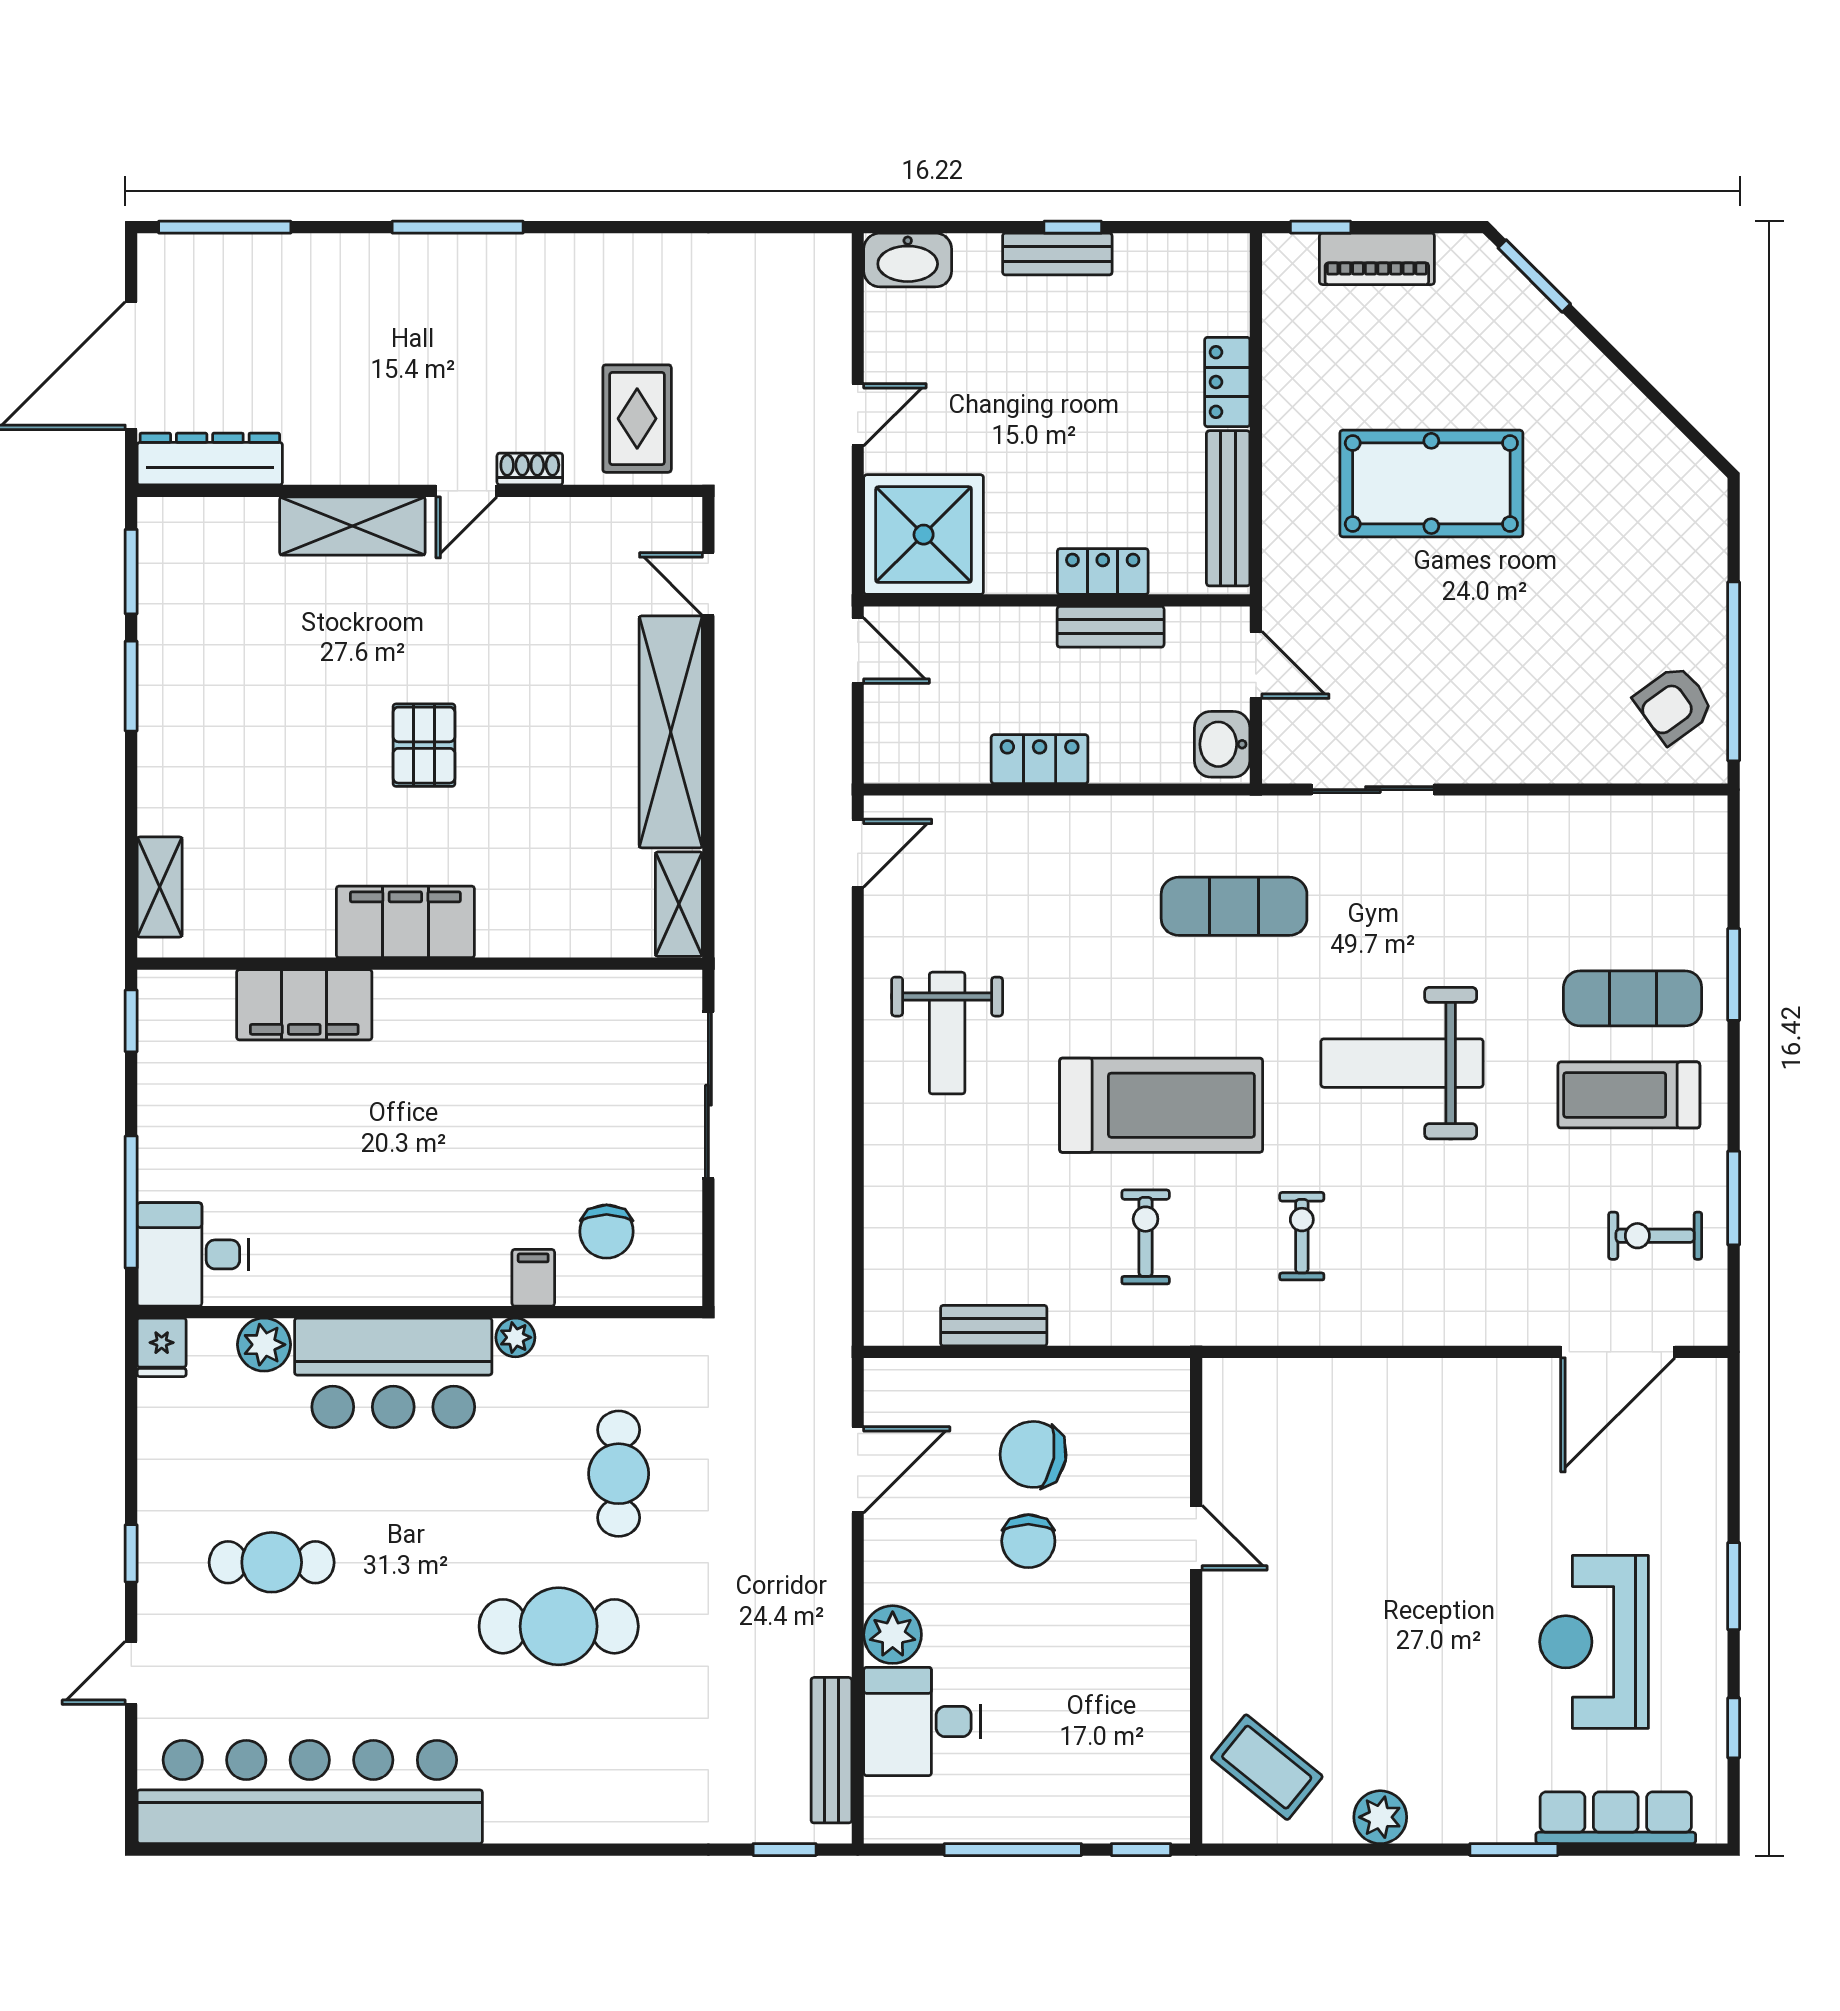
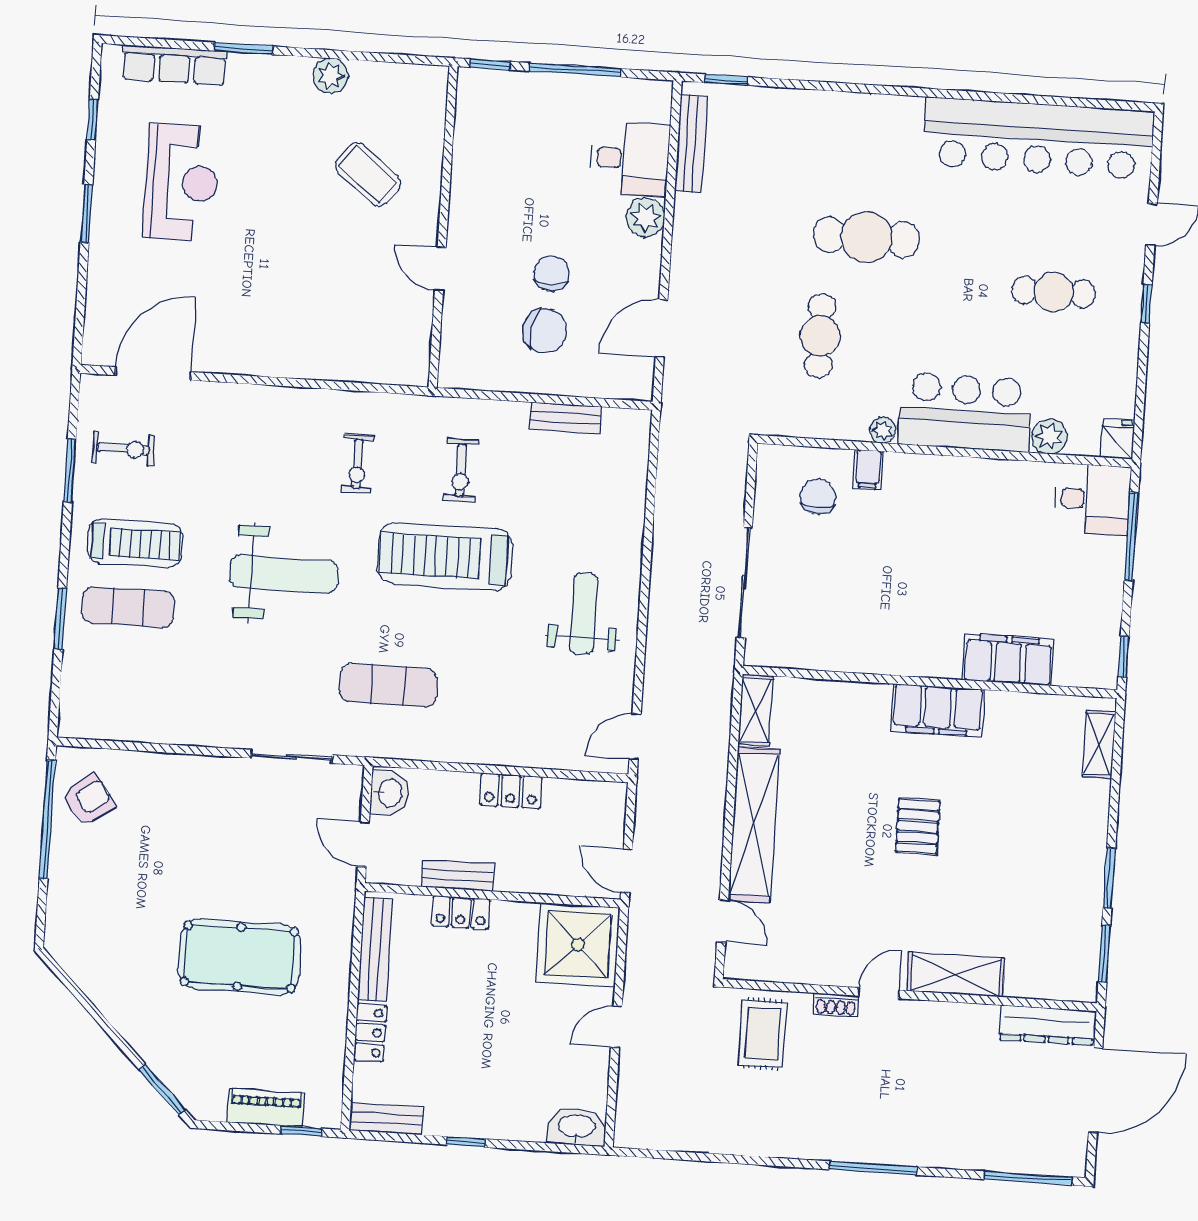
bench: (1057, 254) -> (386, 1119), moved
coffee table: (1267, 1767) -> (368, 174), moved

